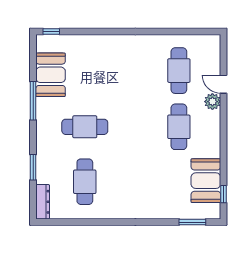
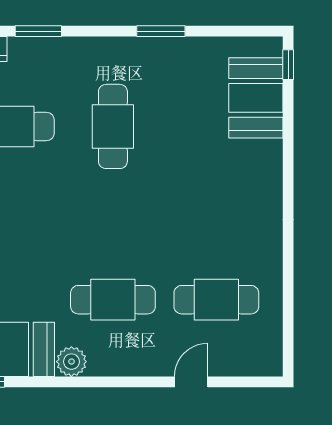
booth: (51, 75) -> (256, 98), moved, turned 90
window: (33, 101) -> (161, 31), width x0.69
plant: (212, 102) -> (71, 362), moved

